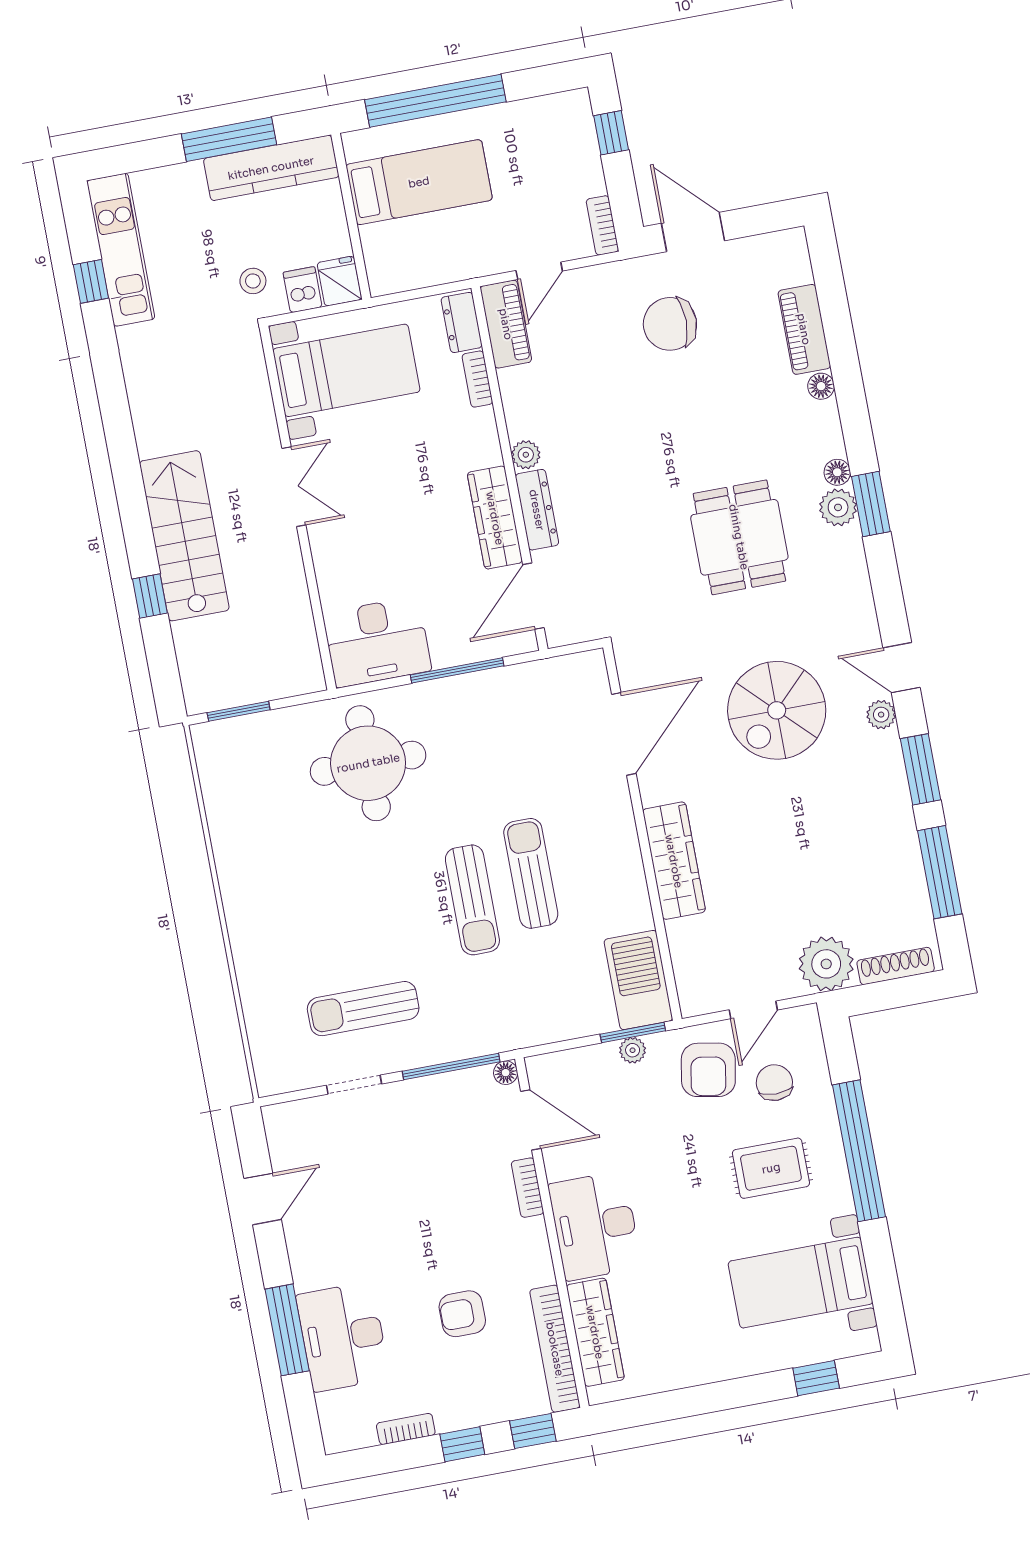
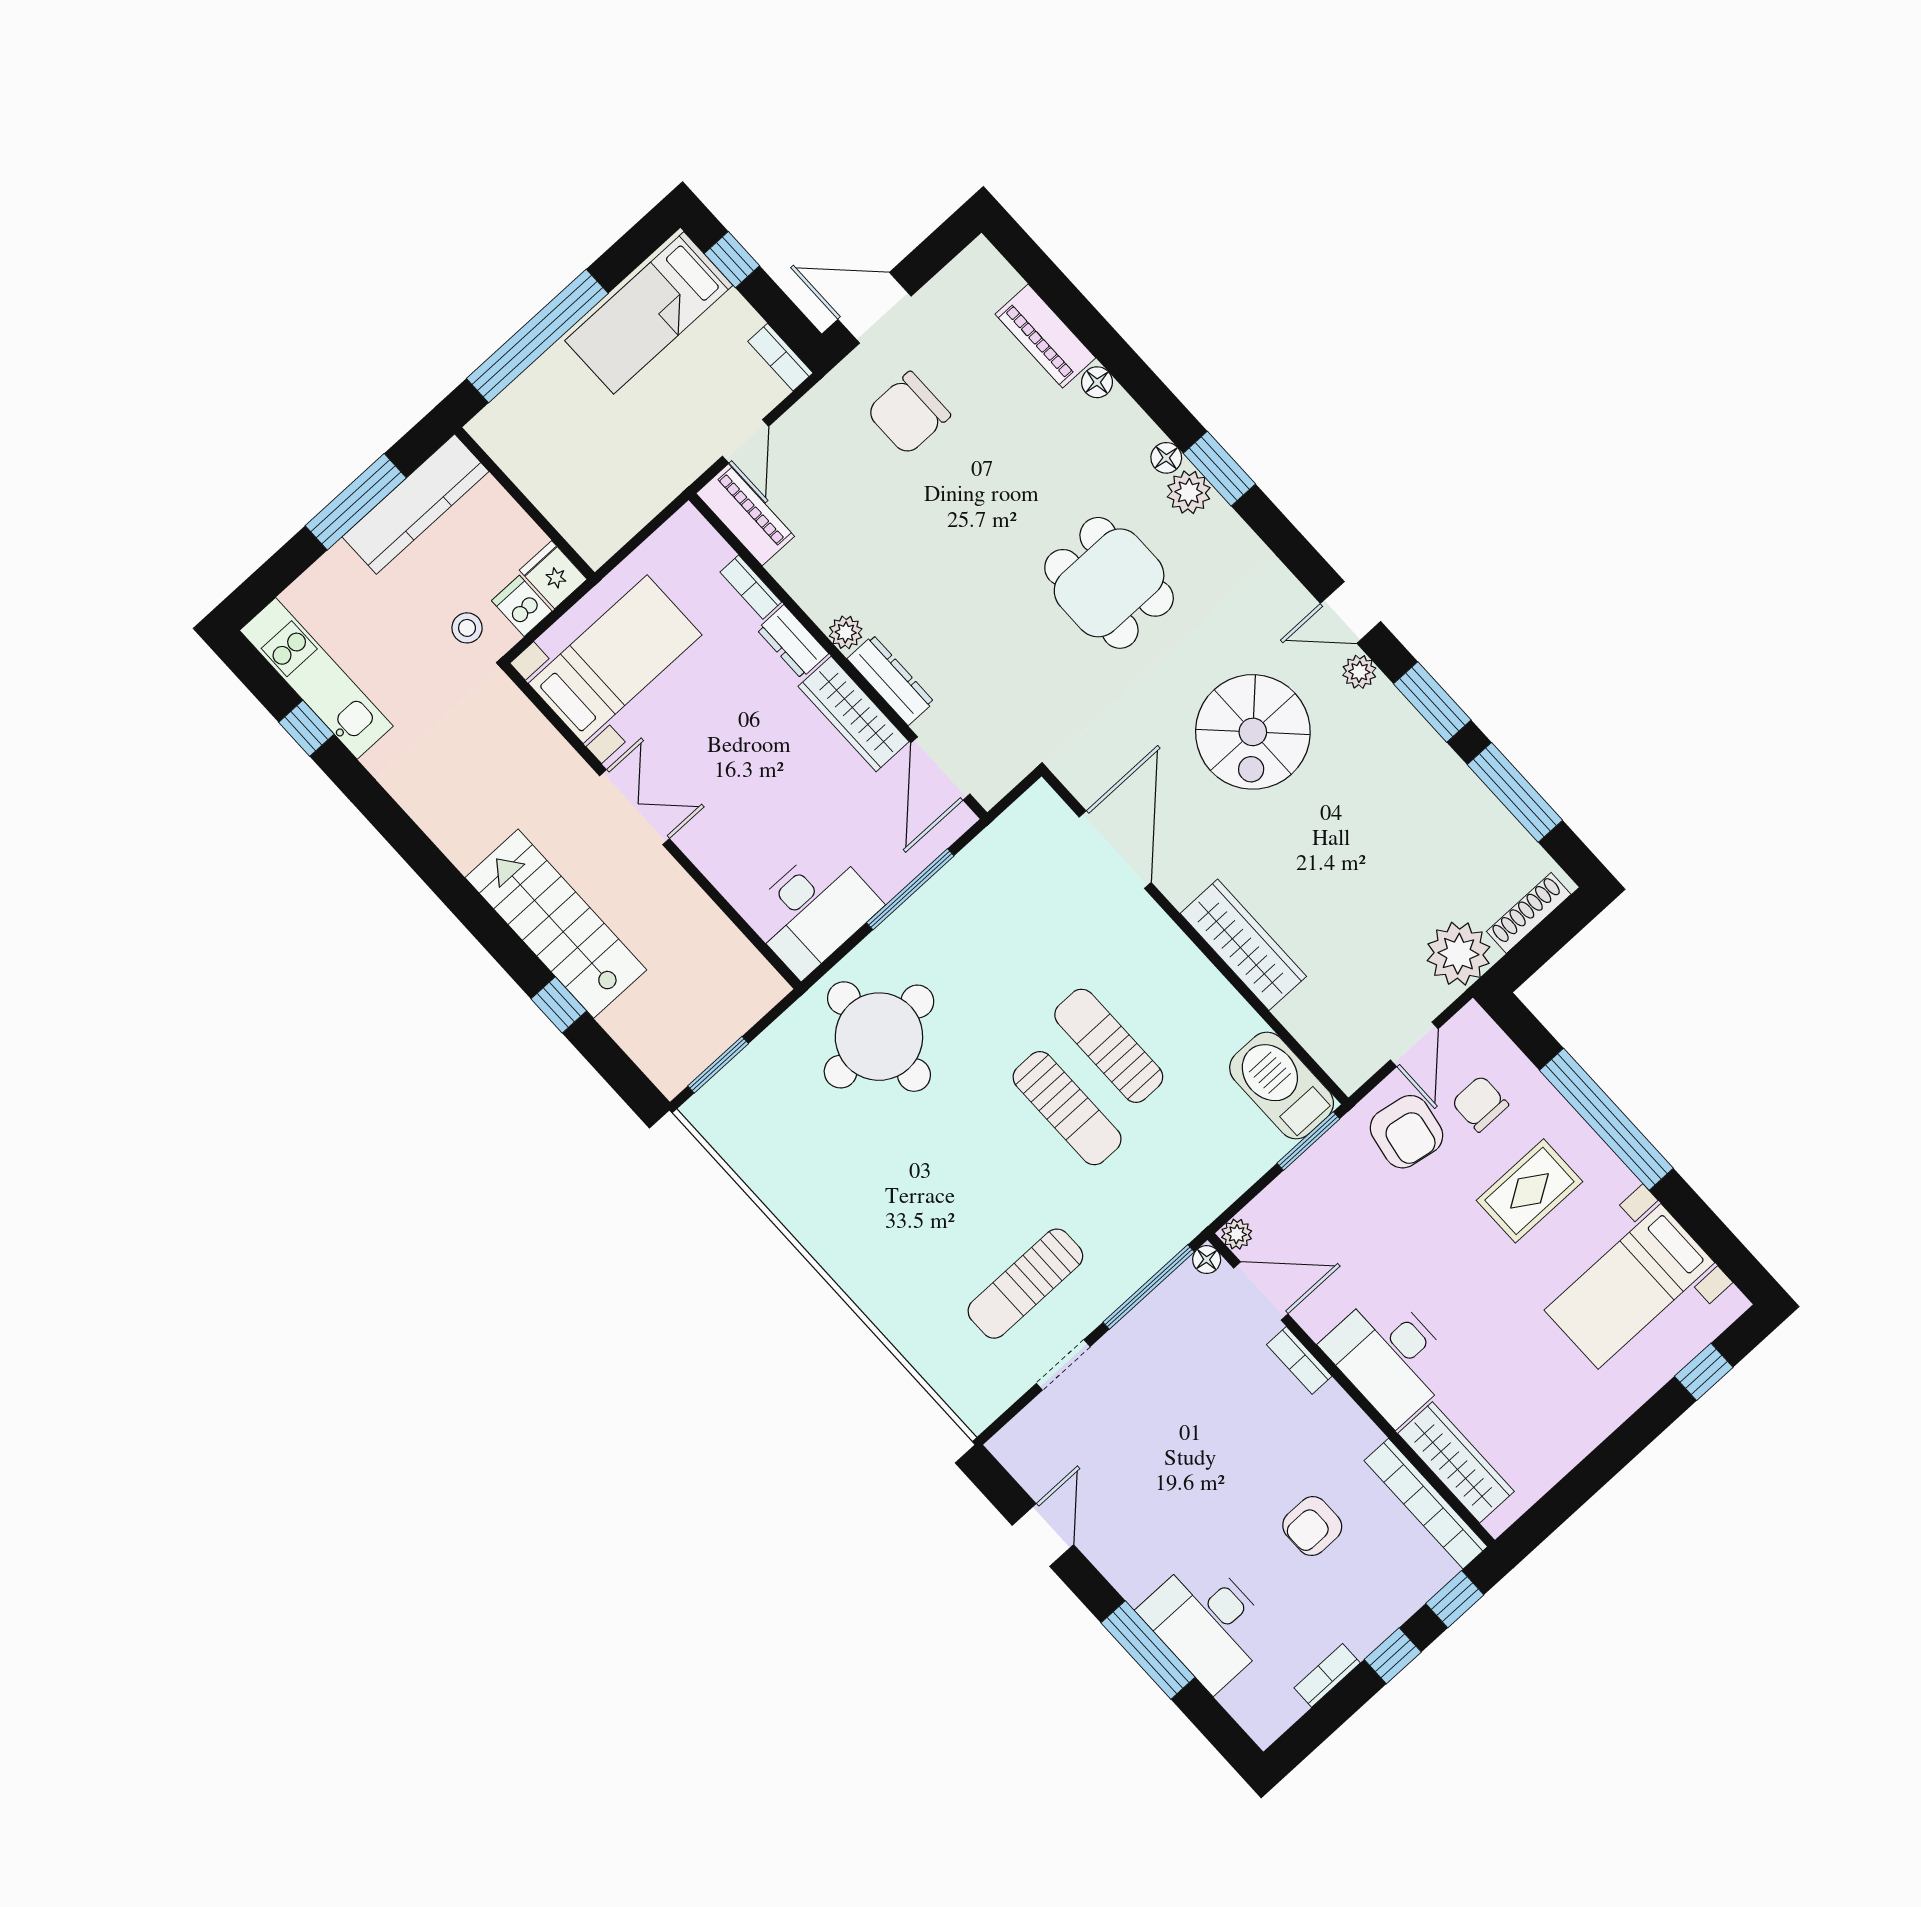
bed: (419, 182) -> (649, 313), moved, turned 180
dresser: (462, 322) -> (793, 642), moved
plant: (633, 1050) -> (1237, 1234), moved

